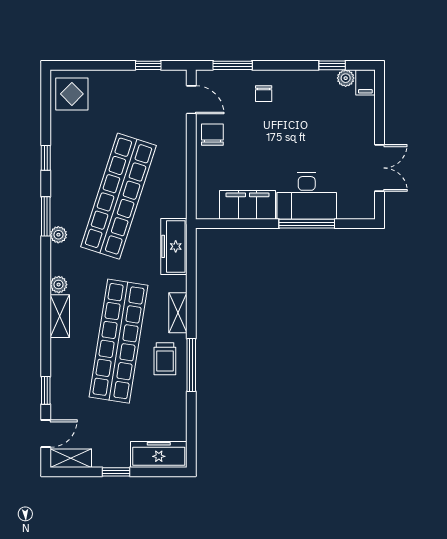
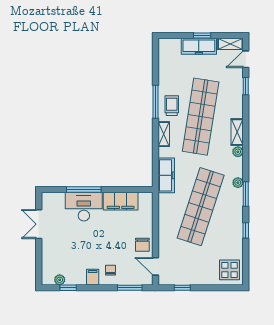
filing cabinet: (365, 82) -> (93, 277), moved
freezer: (159, 454) -> (199, 46), moved

